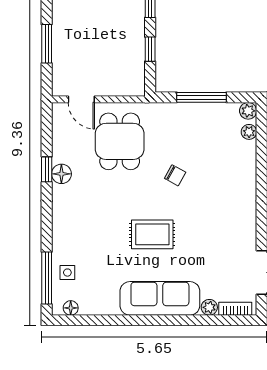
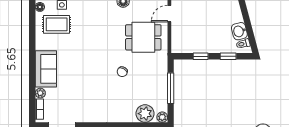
plant: (249, 132) -> (145, 114), width x1.88, depth x1.88
rug: (152, 234) -> (57, 24), moved, turned 90
sofa: (160, 298) -> (46, 69), width x0.73

